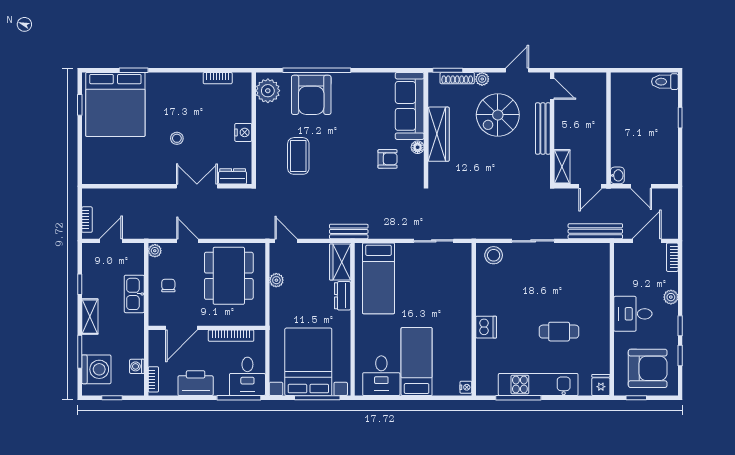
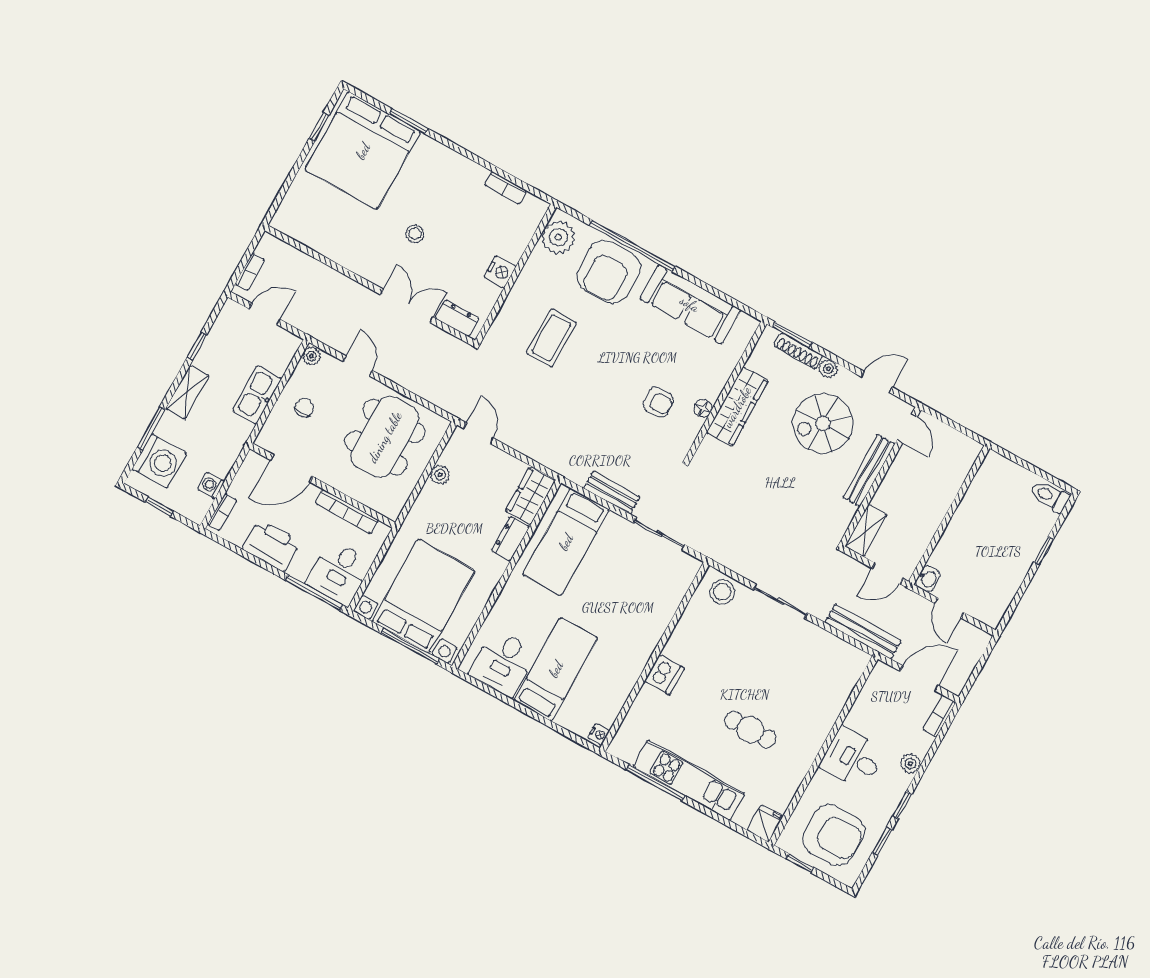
sofa: (410, 106) -> (690, 304), moved, turned -90
bench: (349, 231) -> (612, 492), moved

